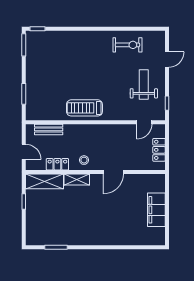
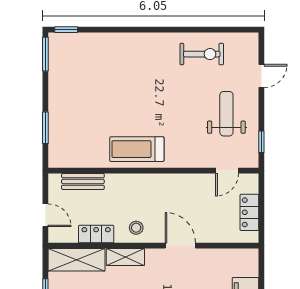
door: (113, 172) -> (180, 246), swing flipped

